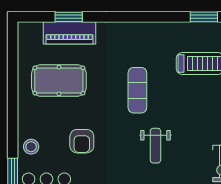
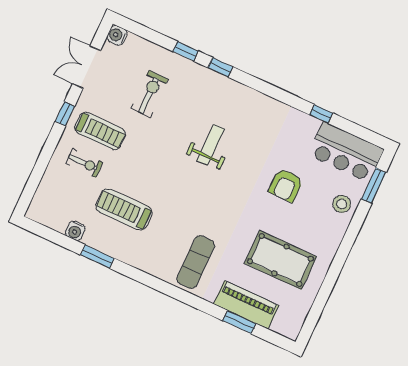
exercise mat: (137, 90) -> (196, 262), moved
armchair: (82, 141) -> (286, 185), turned 180

